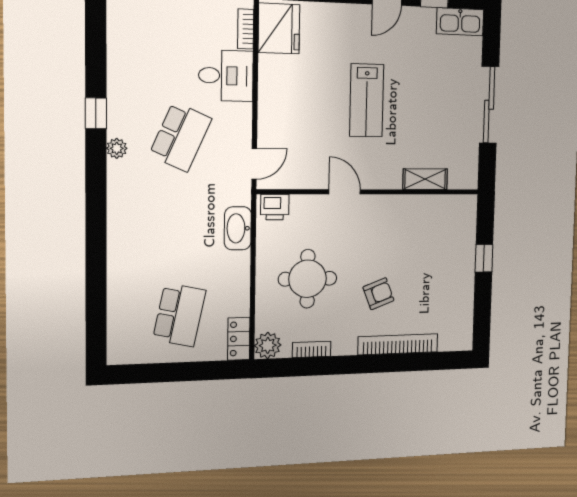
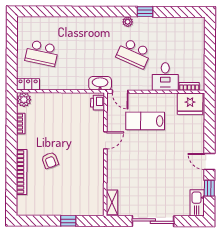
lab bench: (367, 100) -> (145, 121), moved
shelving: (425, 179) -> (112, 202), moved
washbasin: (238, 228) -> (100, 83), moved
round table: (308, 279) -> (59, 121), removed

